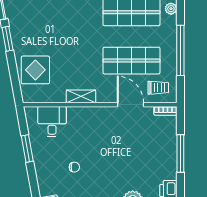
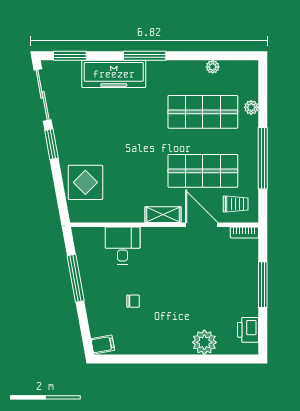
shelving: (81, 96) -> (163, 215), moved
desk: (52, 122) -> (123, 245), moved
window: (27, 148) -> (76, 278), width x1.44

